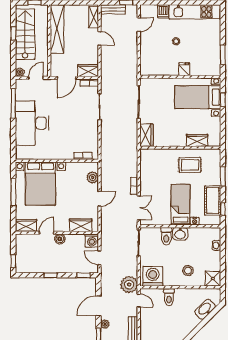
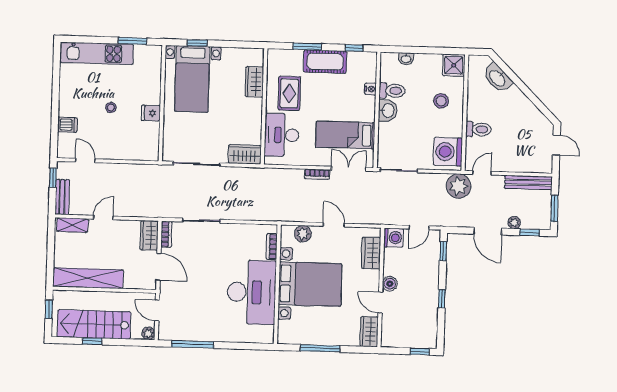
kitchen unit: (195, 12) -> (97, 53), moved, turned 90
fridge: (184, 69) -> (151, 113), moved
desk: (32, 123) -> (252, 292), moved, turned -90
desk: (161, 160) -> (282, 135), added
bed with nightstands: (40, 184) -> (310, 284), moved
cot: (213, 200) -> (325, 62), moved
bed: (180, 205) -> (345, 135), moved
toilet: (166, 236) -> (392, 91), moved

